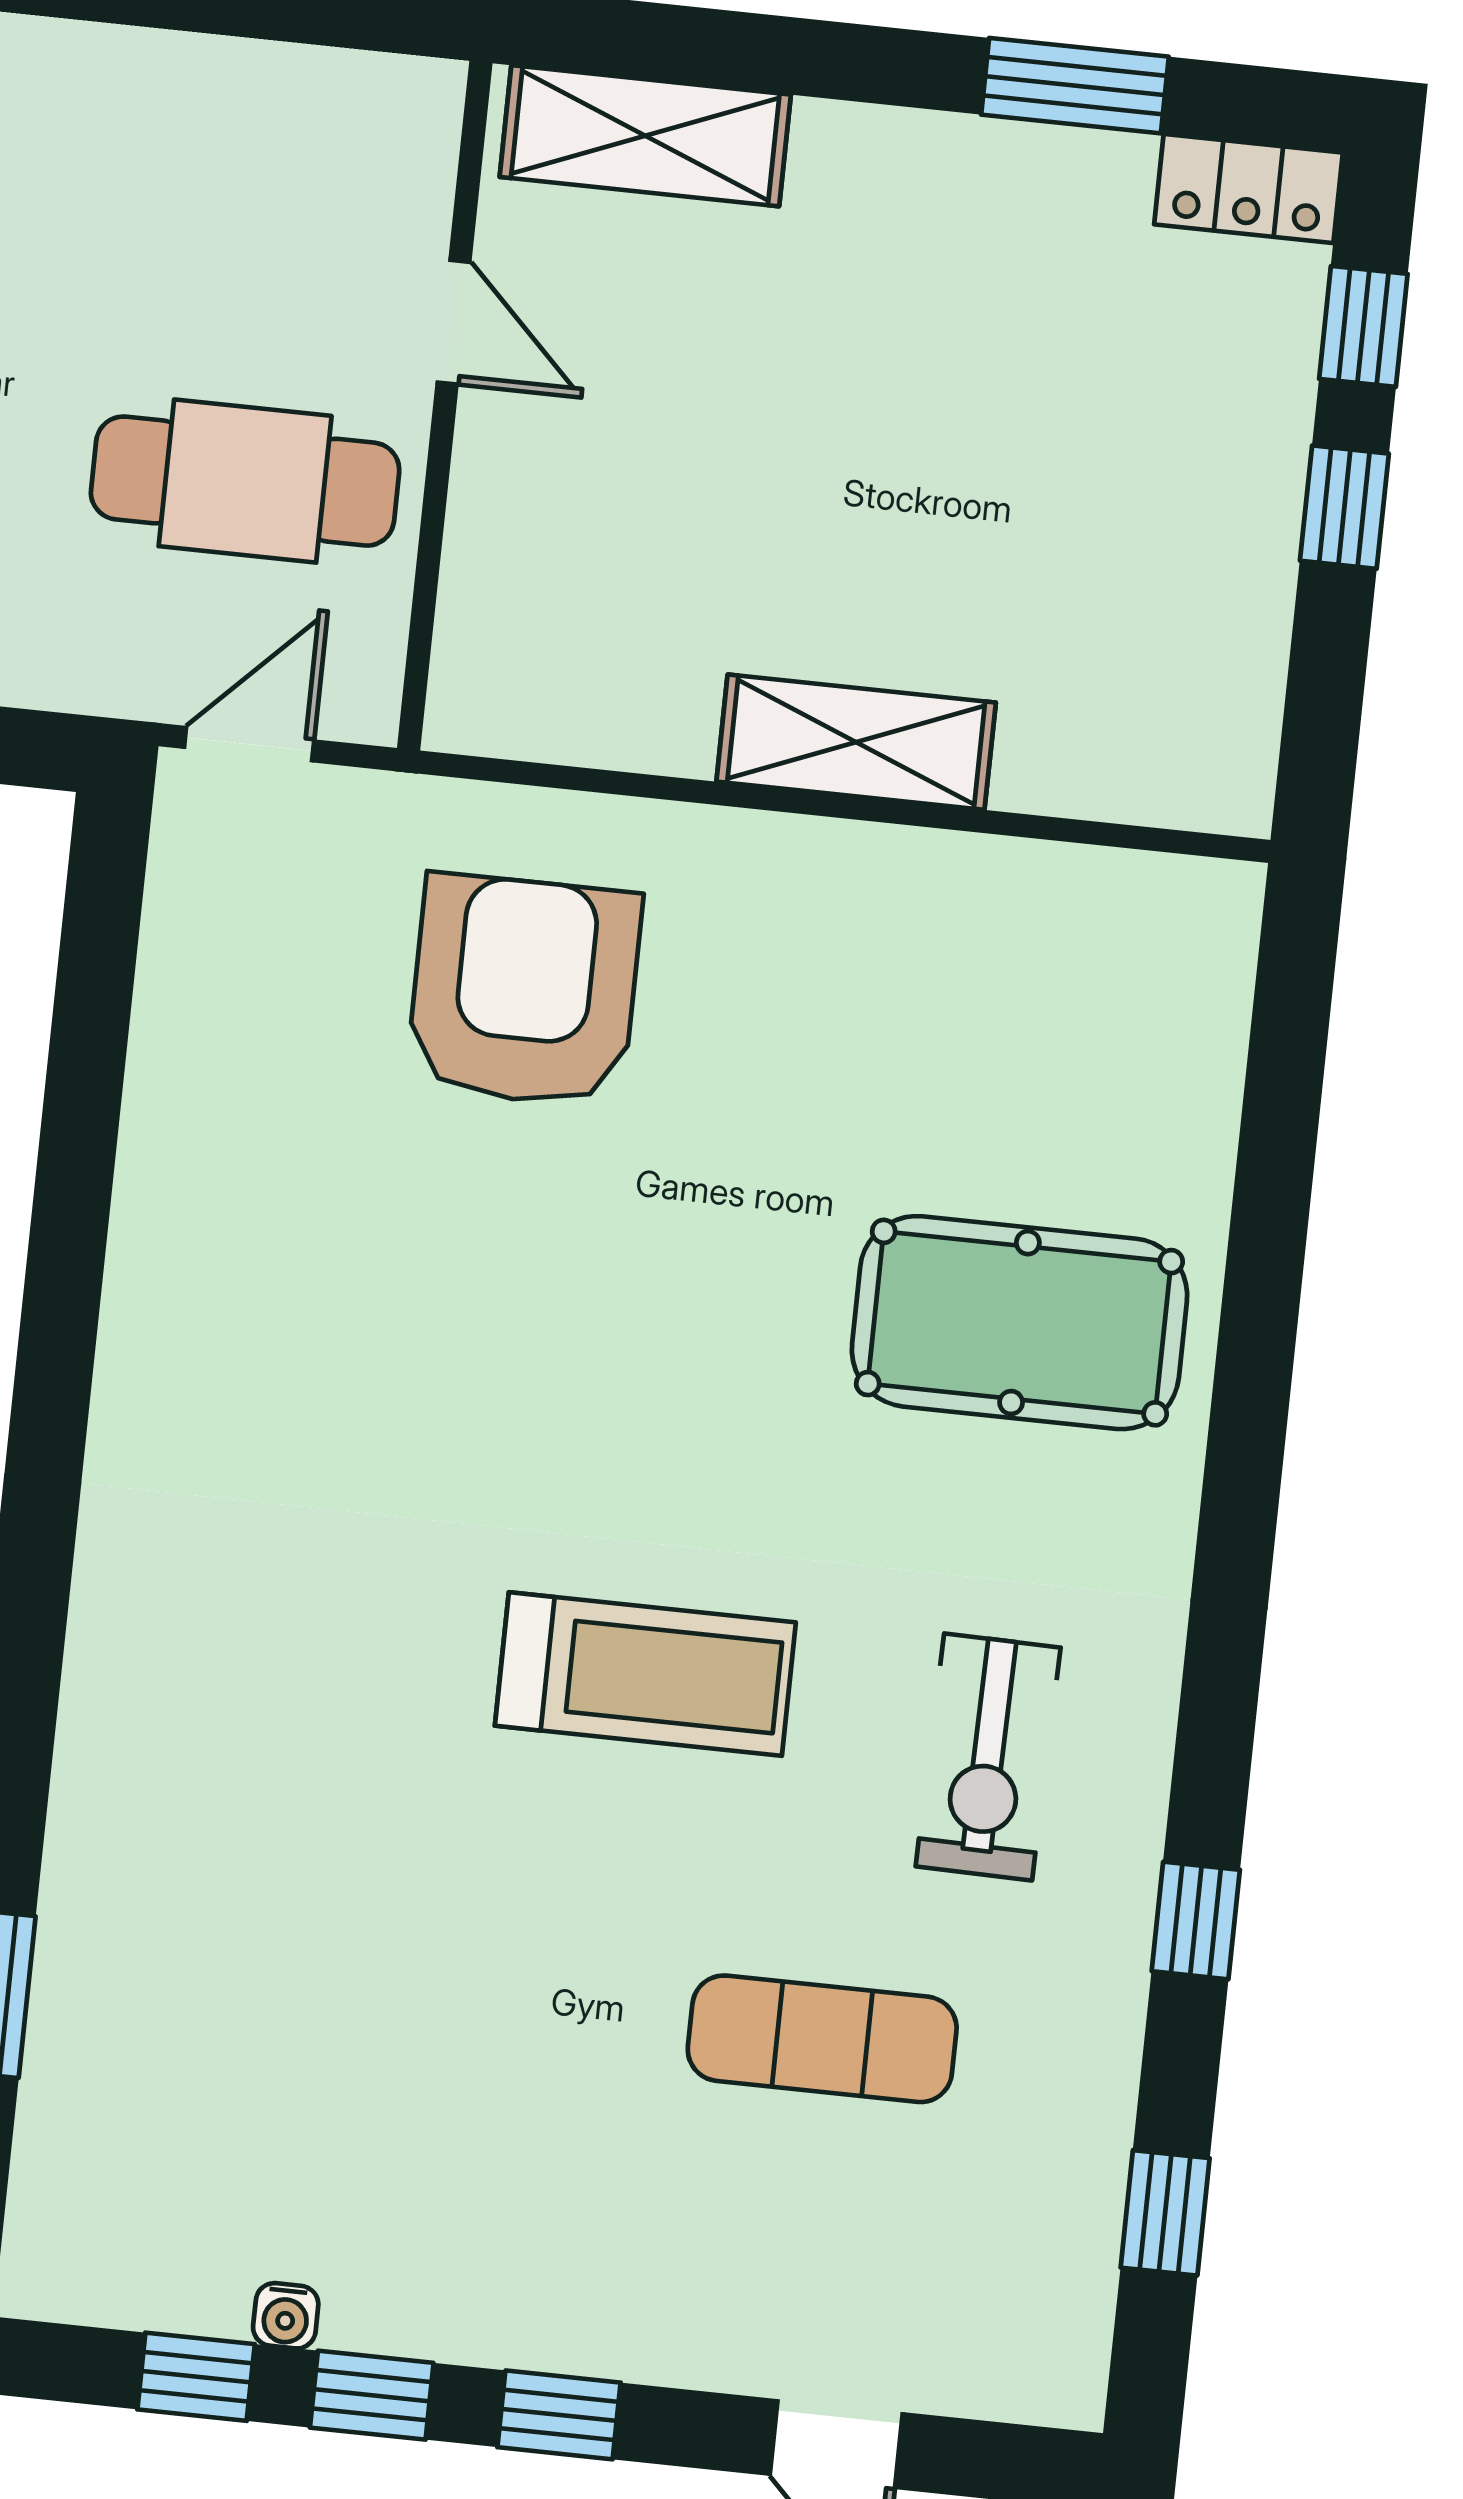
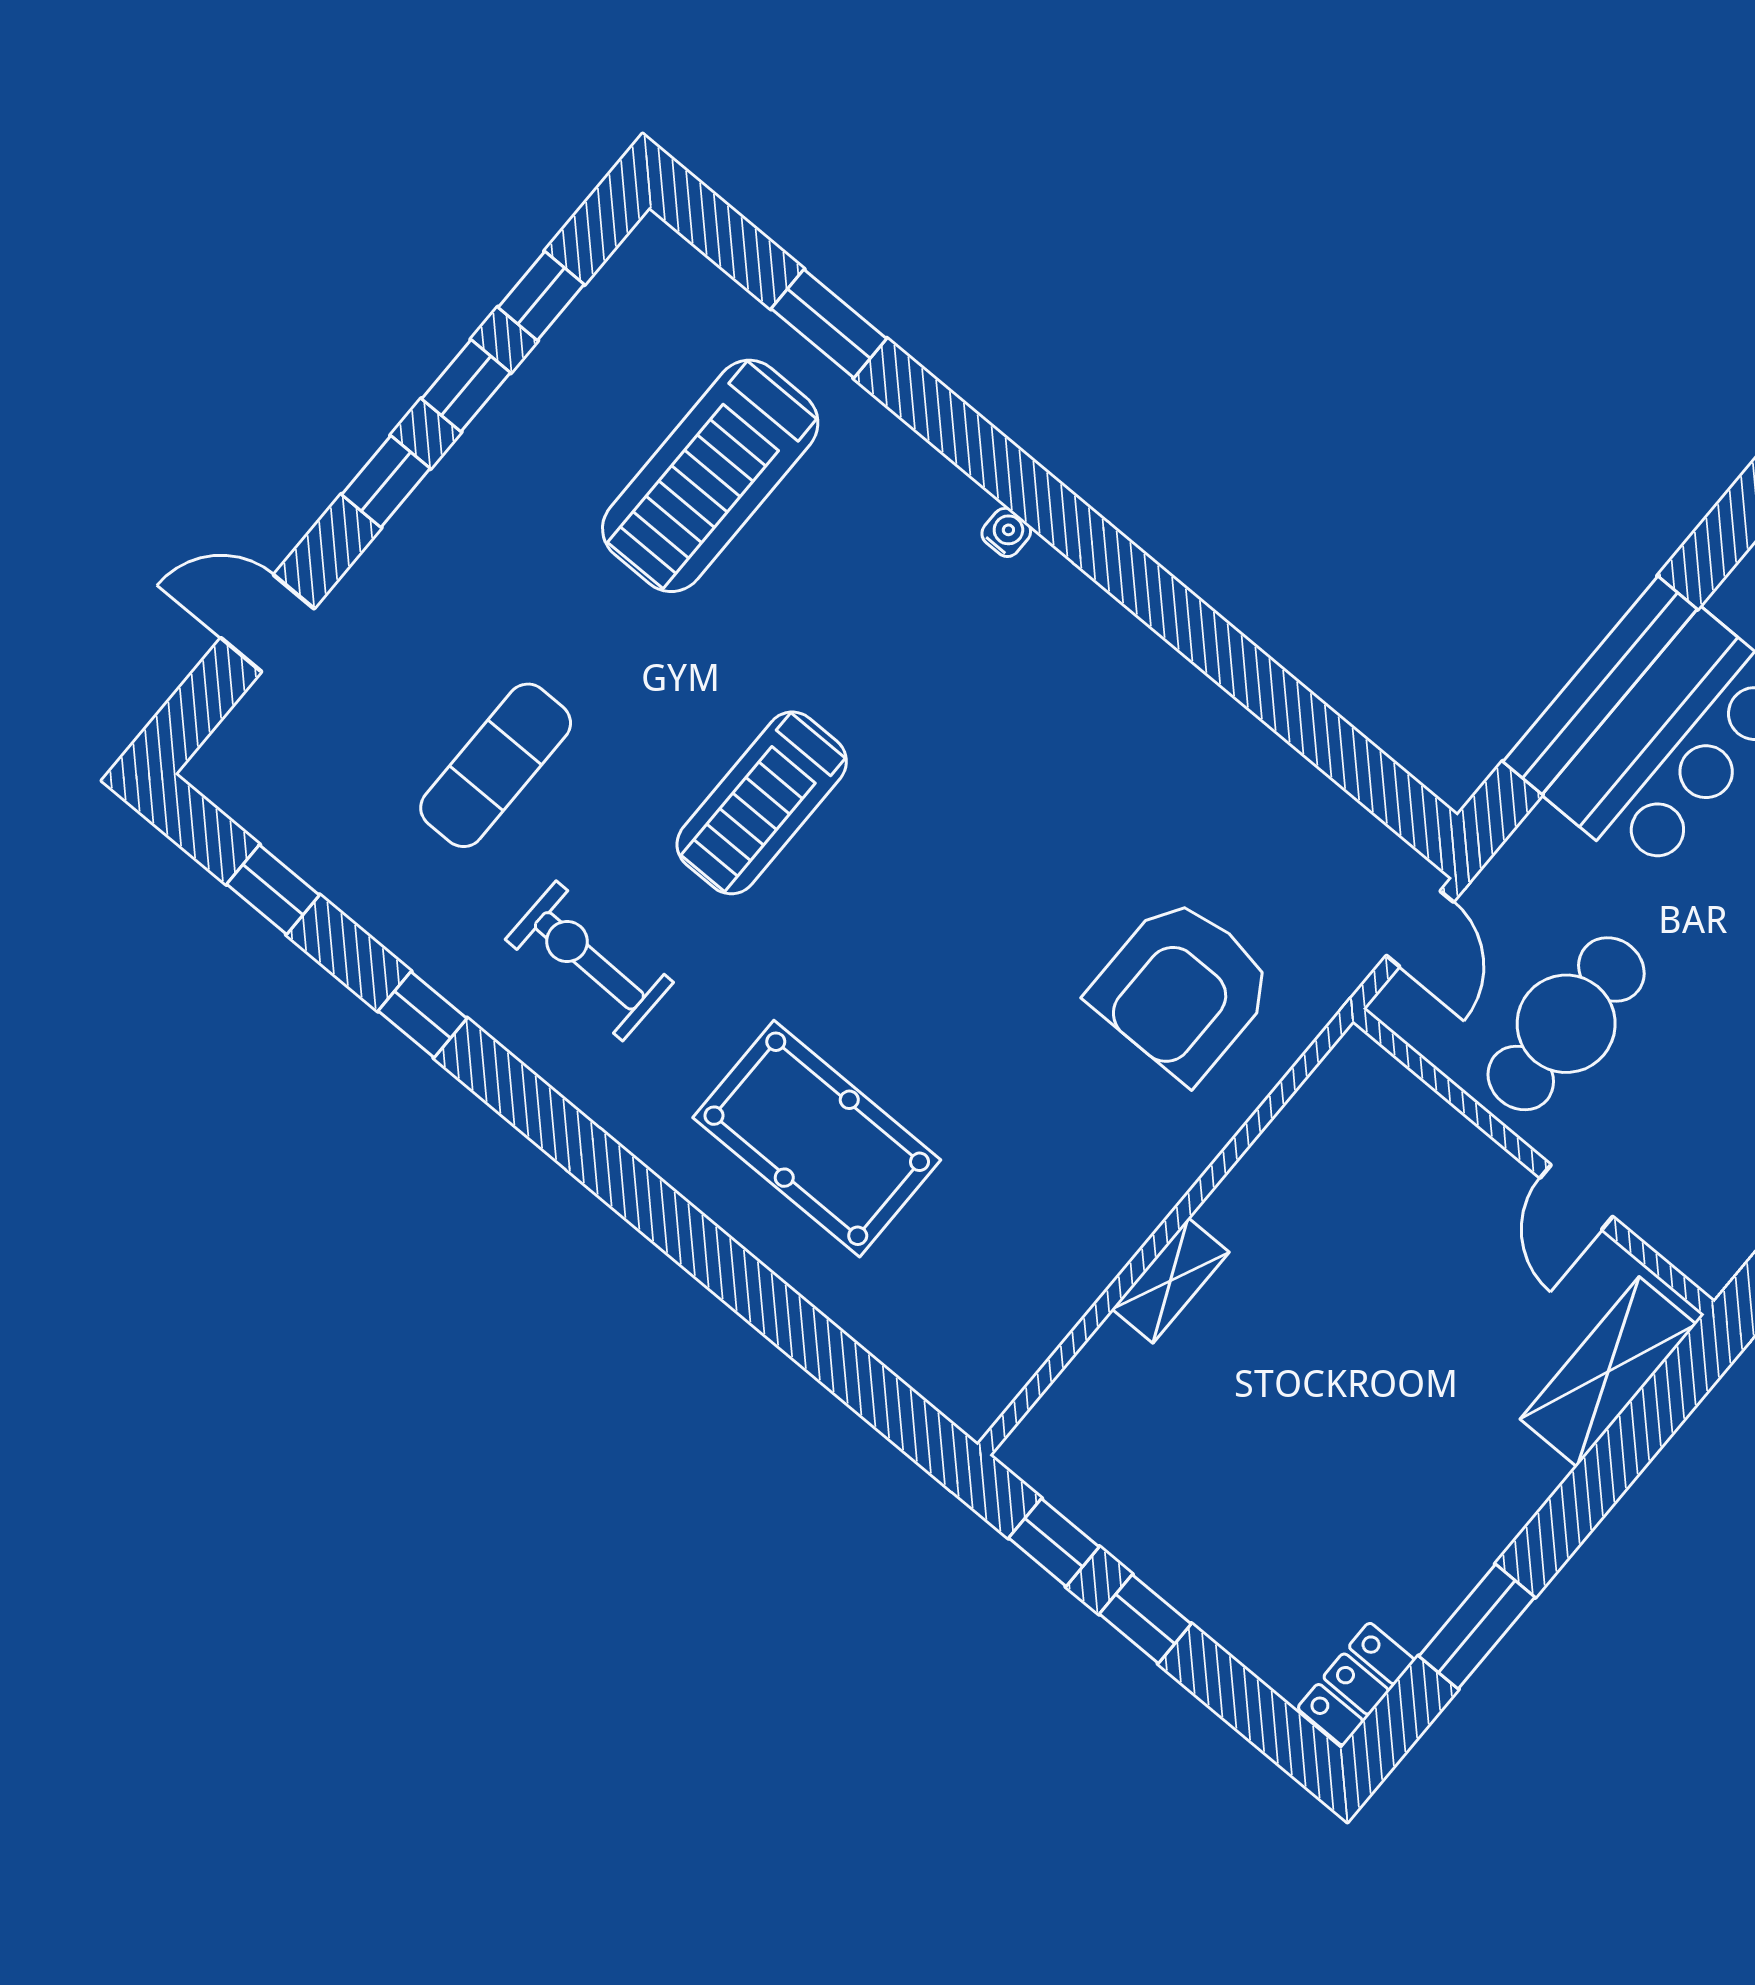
door: (454, 322) -> (1576, 1197), hinge flipped
window: (1363, 326) -> (1054, 1542), moved
shelving: (856, 742) -> (1171, 1281), width x0.67, depth x0.75
armchair: (524, 991) -> (1183, 989), turned 90
pool table: (1019, 1323) -> (817, 1139), turned 90
treadmill: (279, 2014) -> (710, 476), added
water cooler: (286, 2316) -> (1006, 532), moved, turned 90

